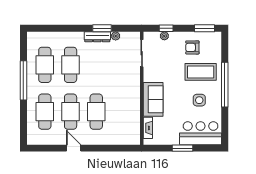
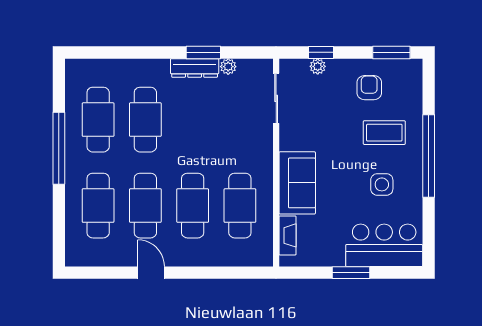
armchair: (192, 47) -> (369, 88), turned 90
coffee table: (201, 72) -> (384, 133), width x0.73, depth x0.76
cafe table: (122, 112) -> (240, 206), added

